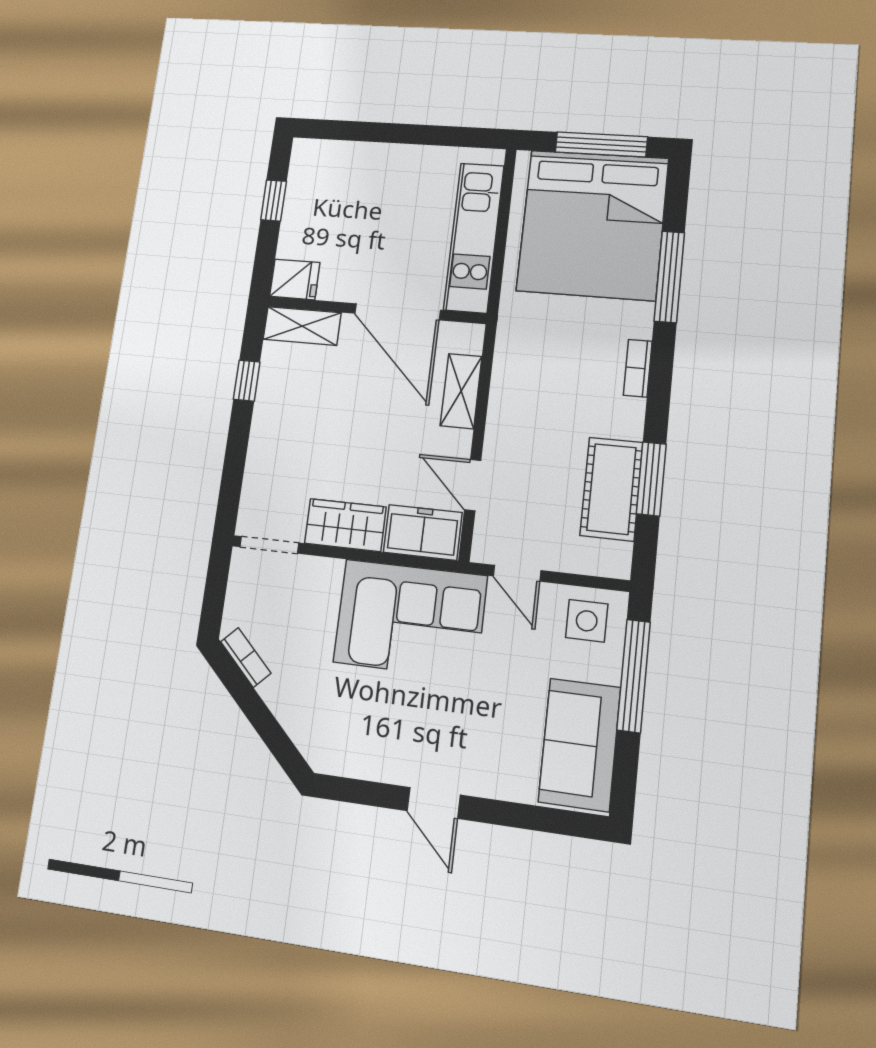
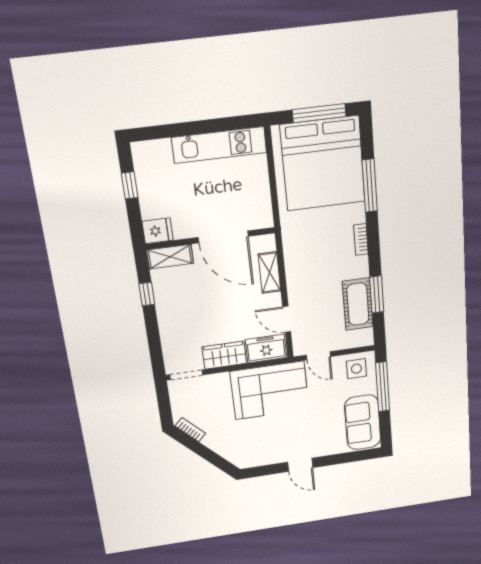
kitchen unit: (474, 237) -> (219, 145), moved, turned -90

